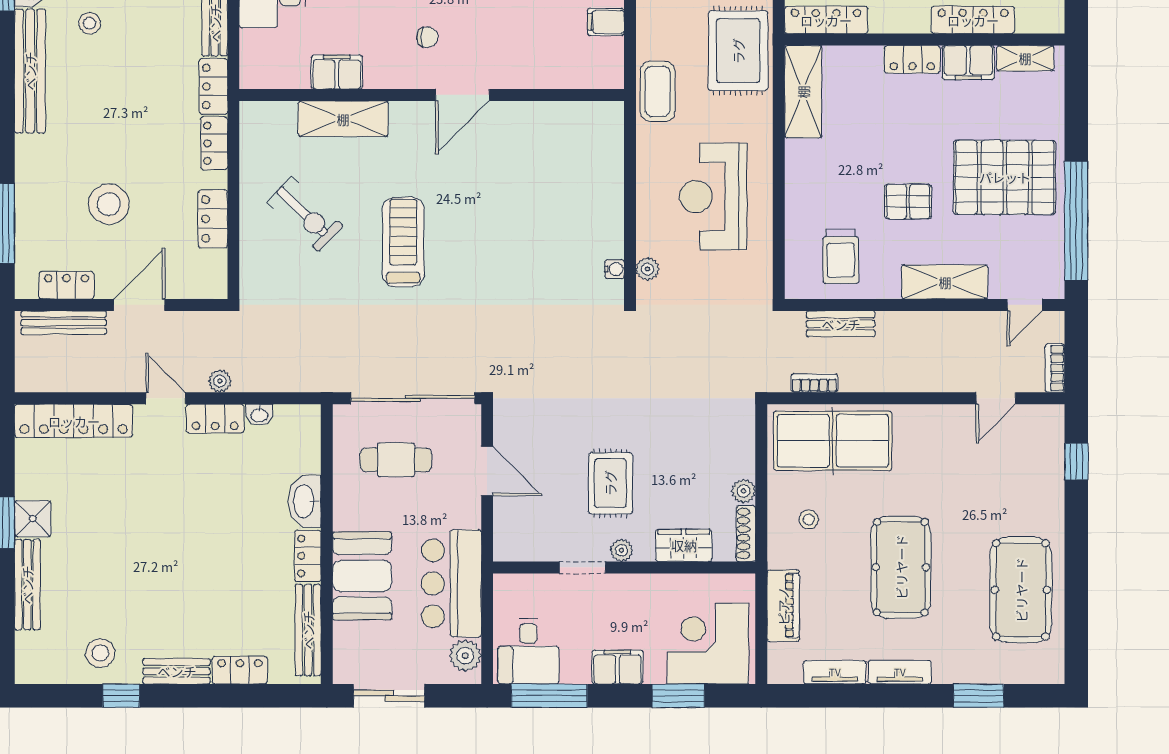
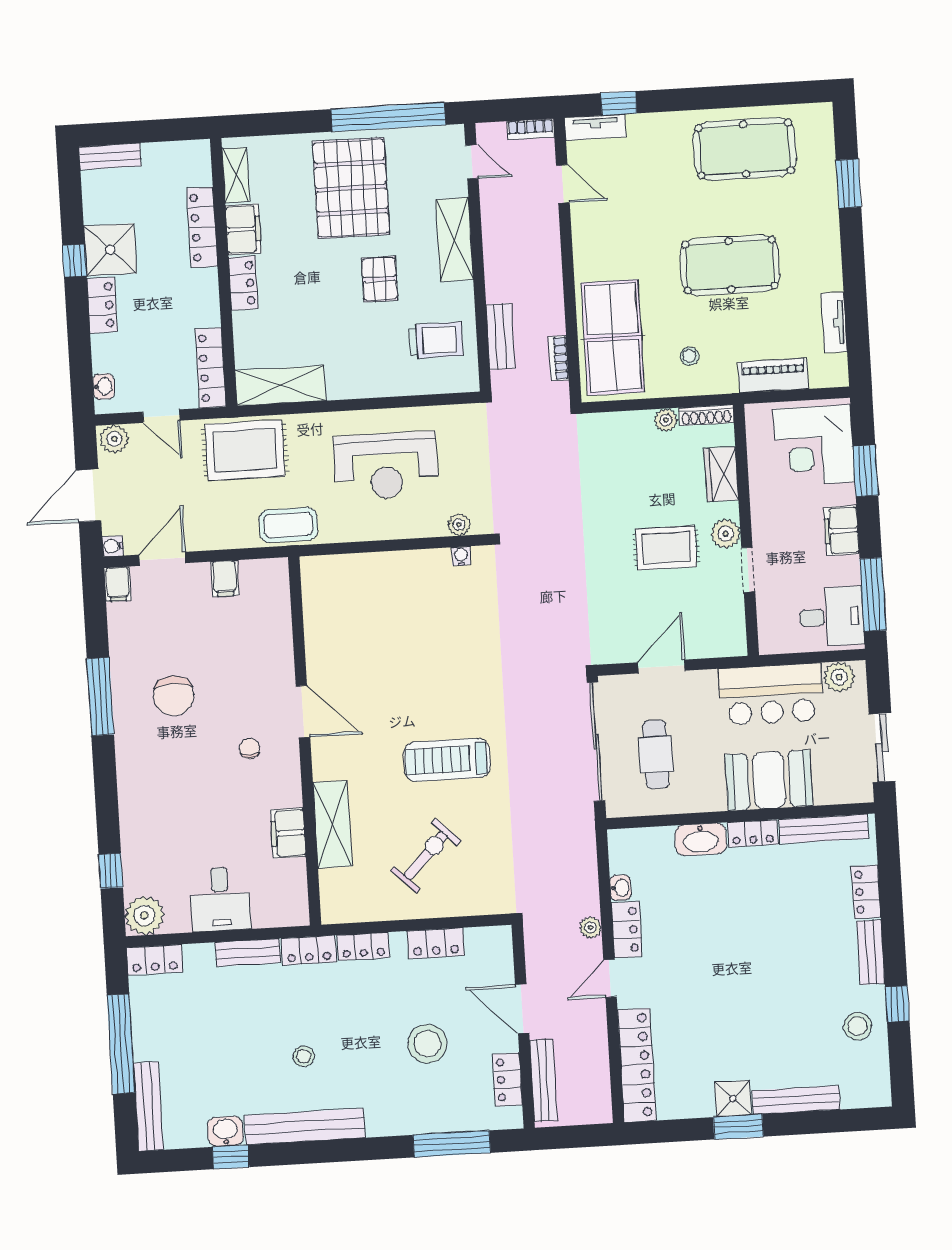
stool: (90, 23) -> (304, 1056), moved
plant: (621, 550) -> (726, 534), width x1.38, depth x1.38
tv unit: (900, 672) -> (595, 127), moved, turned -90

